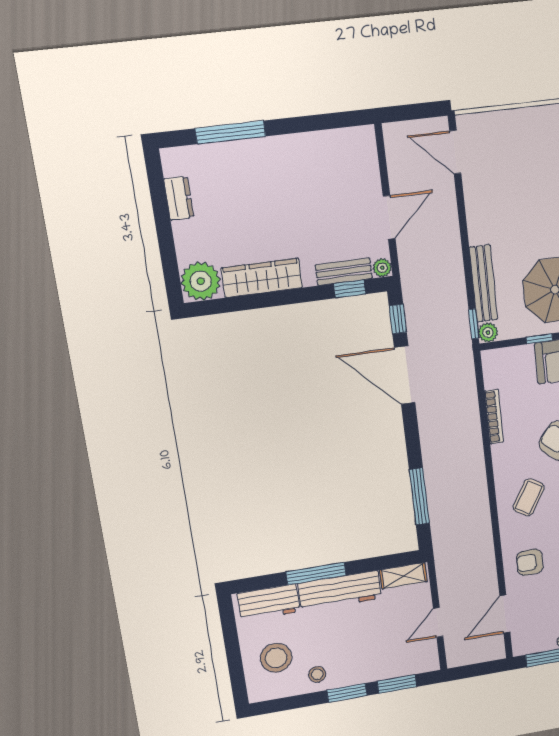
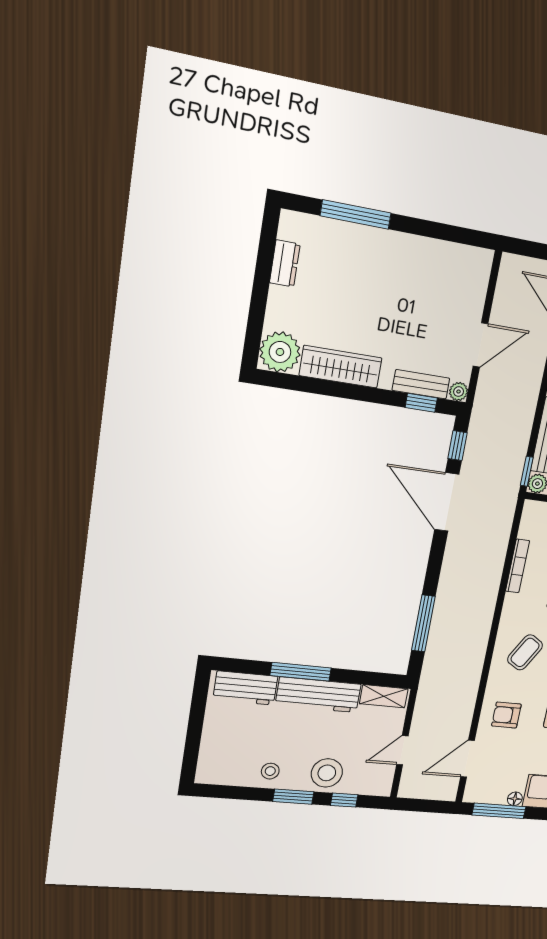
stool: (276, 658) -> (327, 773), moved
window: (397, 684) -> (344, 800), width x0.67

